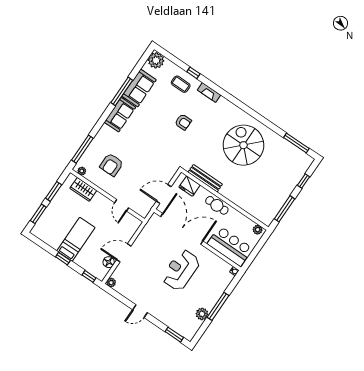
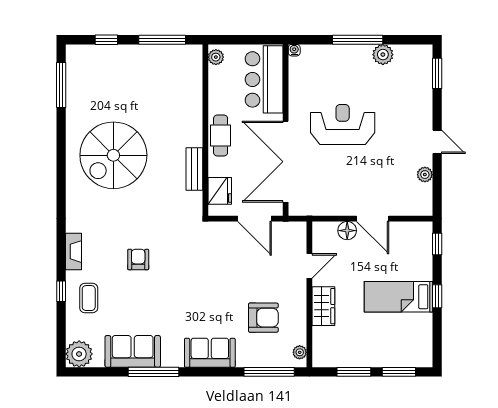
sofa: (120, 115) -> (210, 353), moved
bench: (205, 178) -> (194, 169), width x0.73
wardrobe: (83, 189) -> (323, 306), moved
floor lamp: (109, 262) -> (347, 231), moved
reception desk: (181, 270) -> (343, 125), turned 180
plant: (111, 283) -> (425, 175), moved

